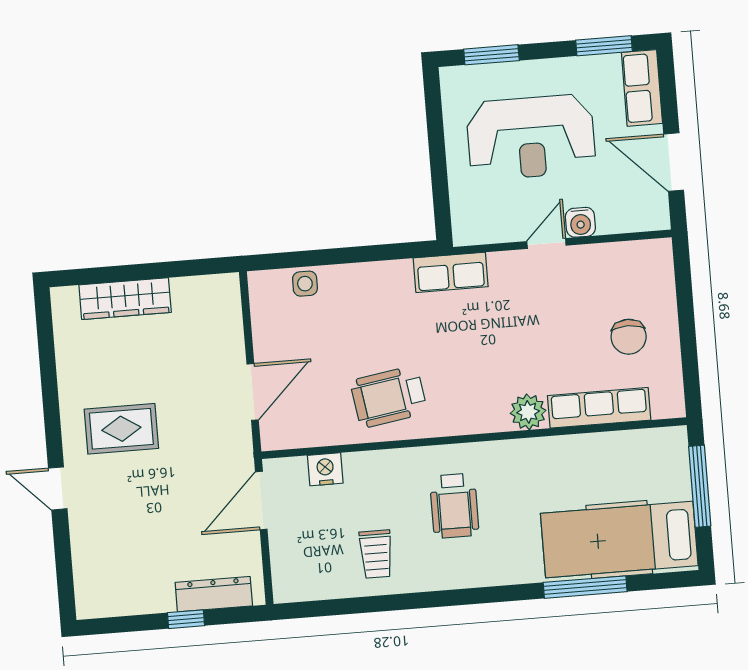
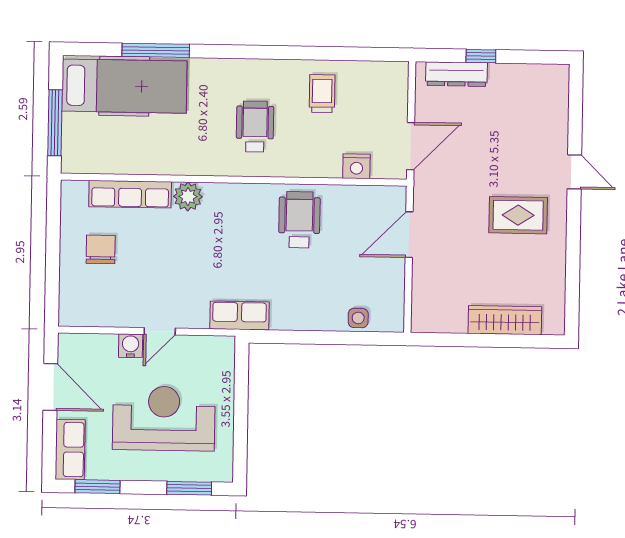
wheelchair: (389, 397) -> (299, 220), turned -81

